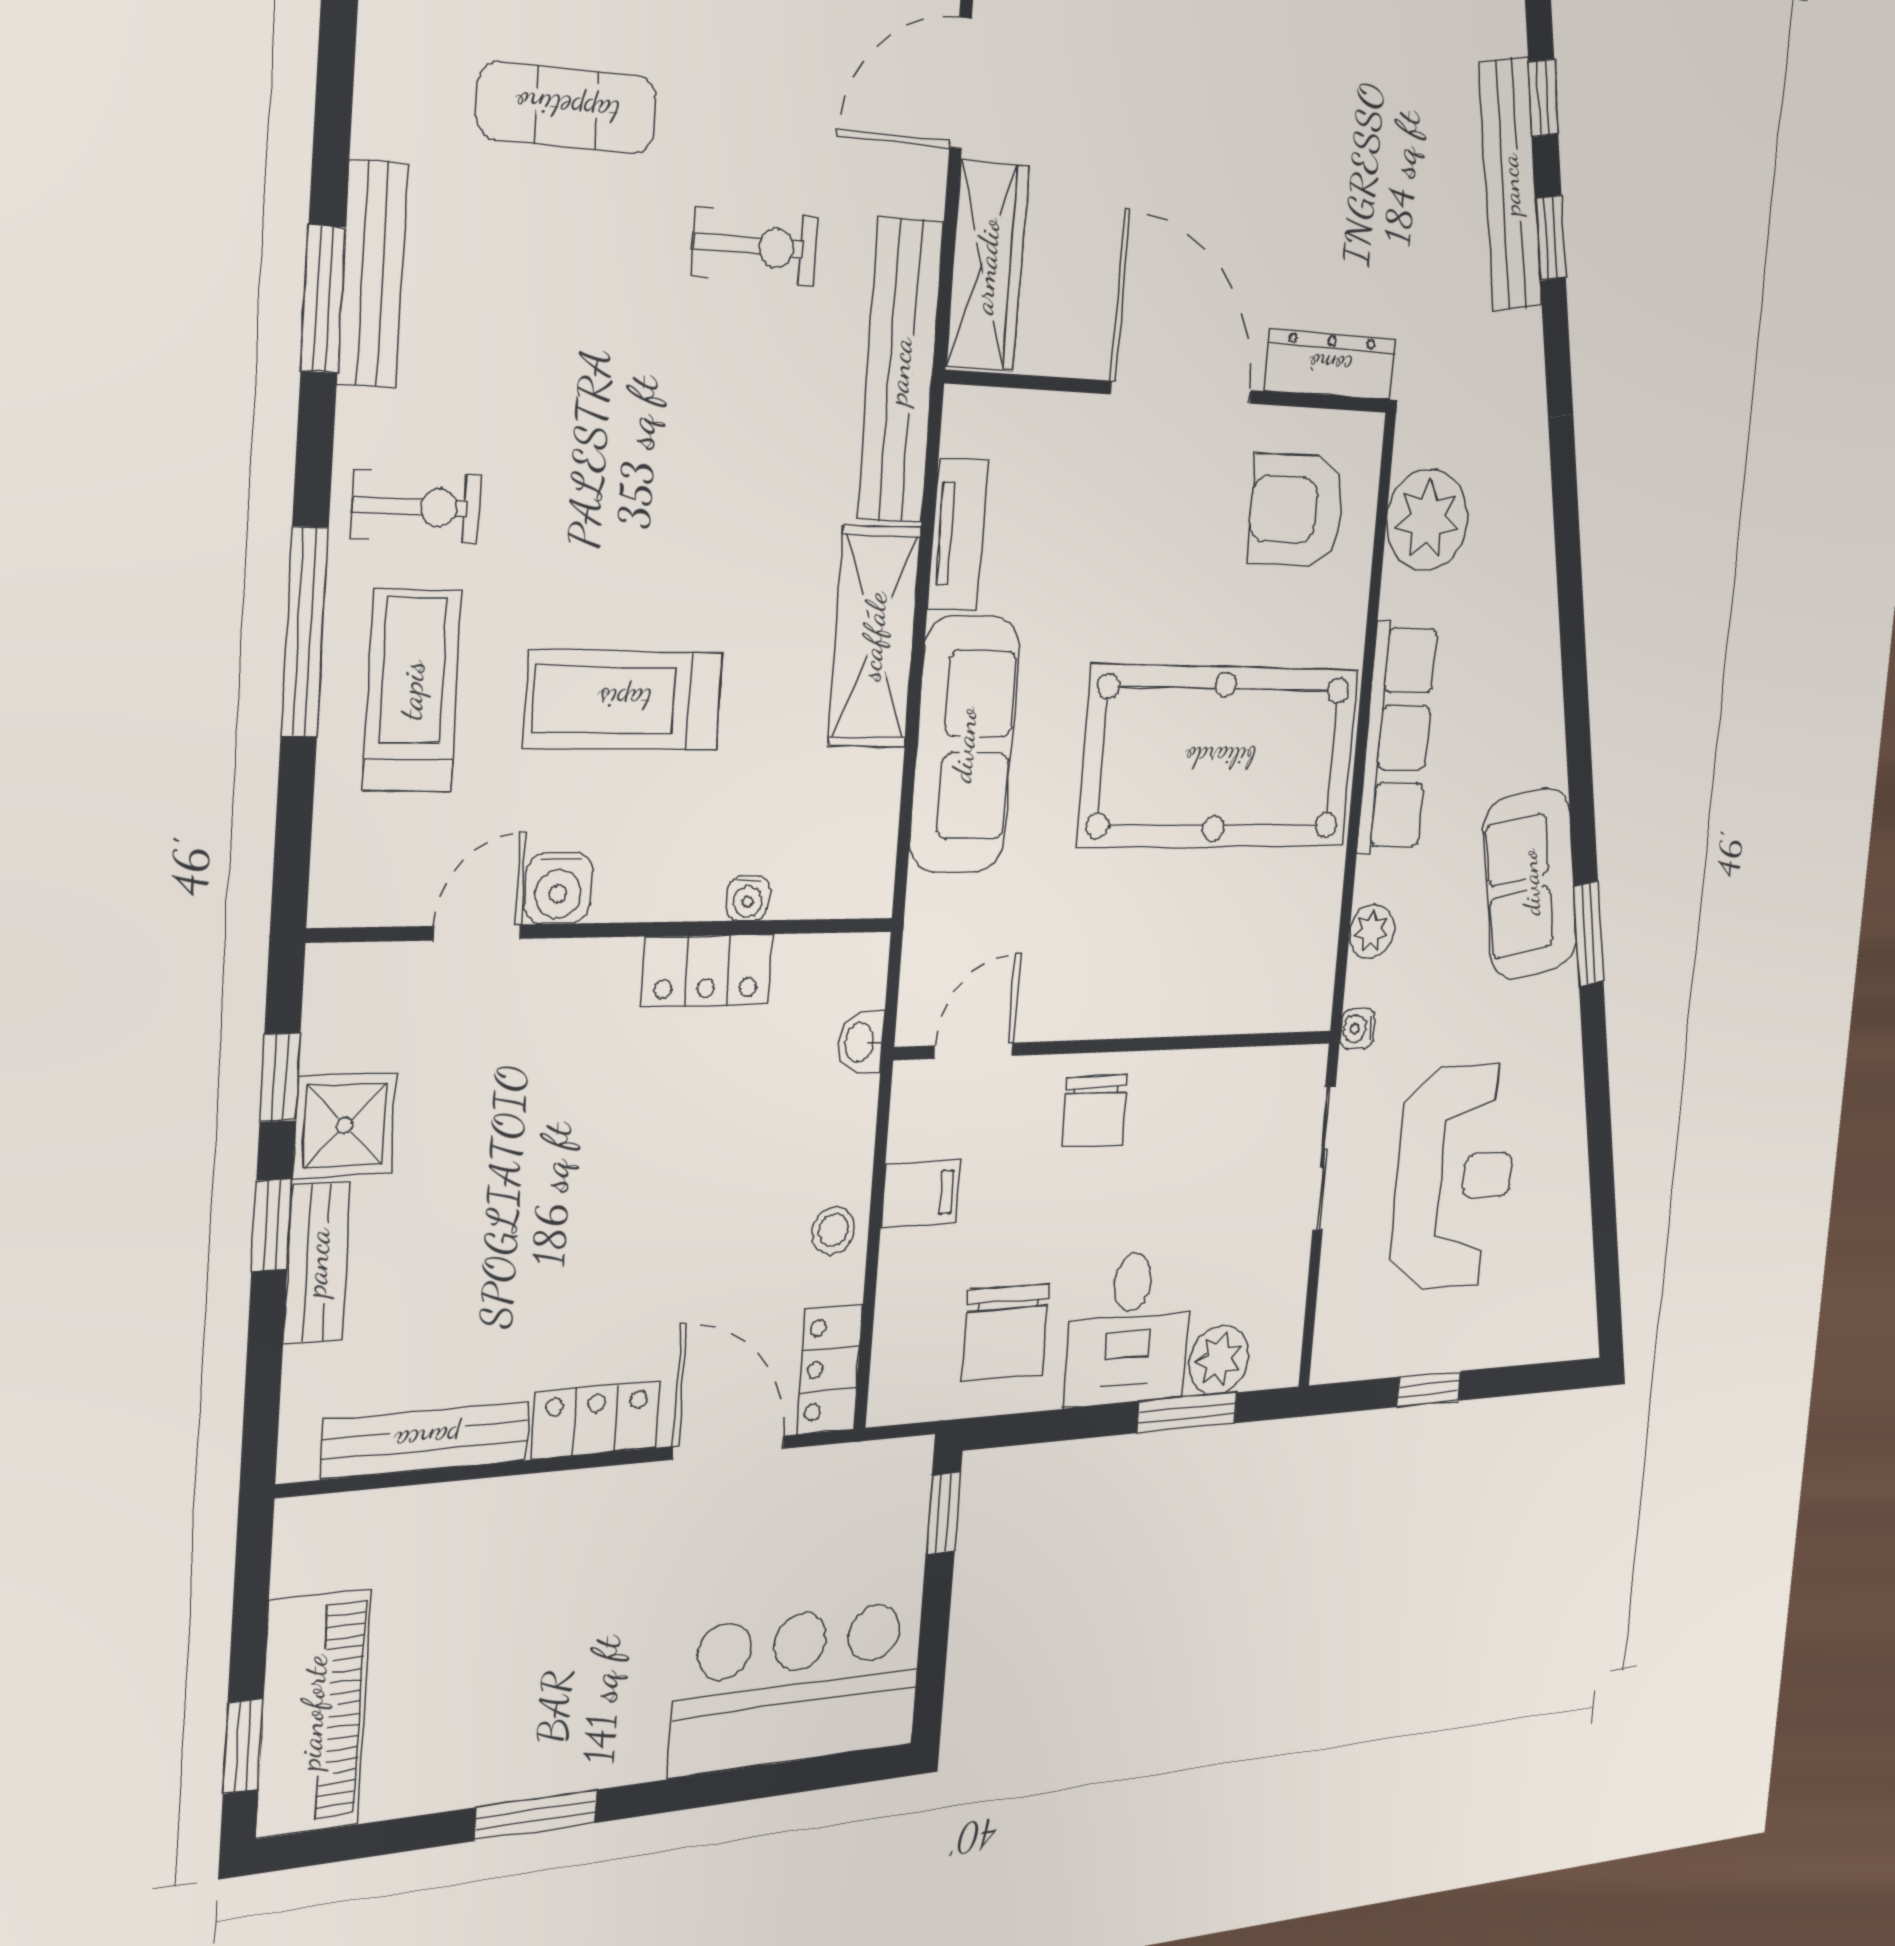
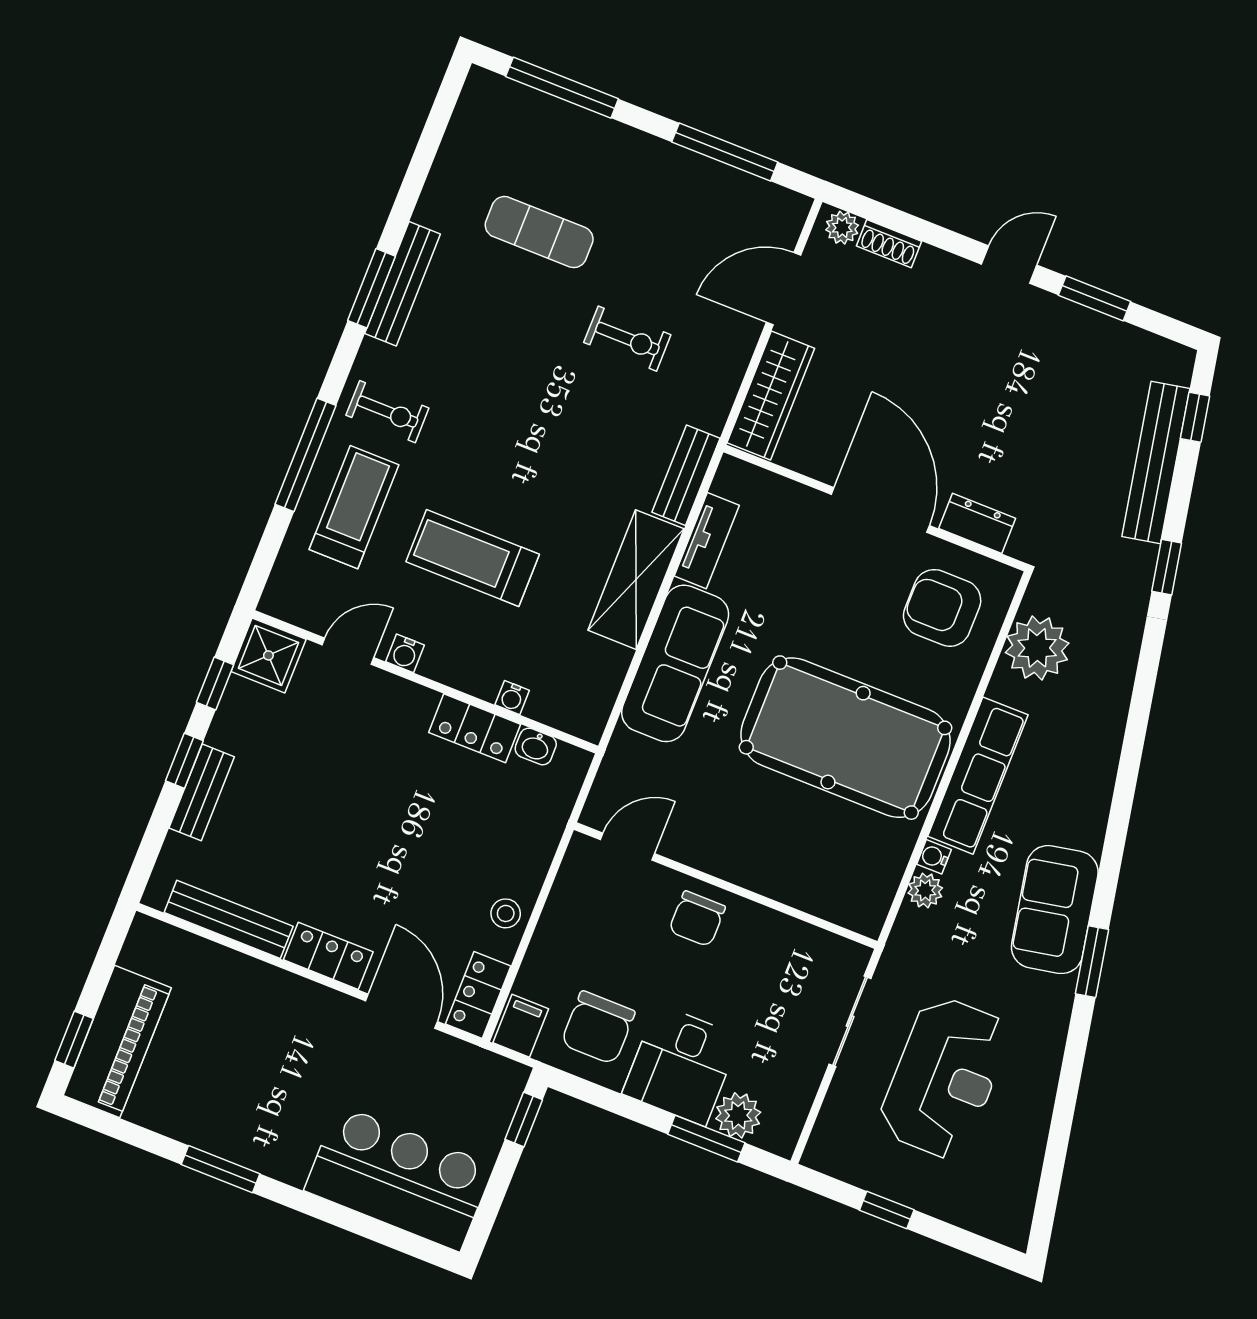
window: (1551, 238) -> (1167, 567), moved
dresser: (1330, 365) -> (977, 523), width x0.70
bench: (900, 371) -> (686, 475), width x0.54, depth x0.82
water cooler: (558, 888) -> (405, 653), width x0.72, depth x0.72
water cooler: (1357, 1029) -> (934, 857), moved
washbasin: (860, 1042) -> (536, 746), moved, turned -90
shower: (345, 1125) -> (268, 655), moved
filing cabinet: (920, 1194) -> (521, 1026), moved, turned -90

